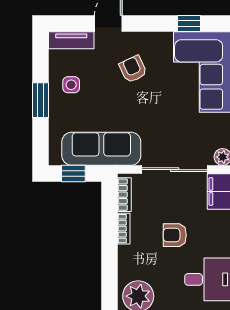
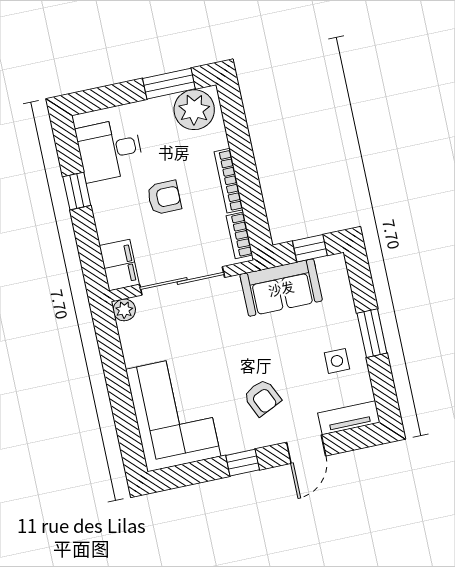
window: (189, 23) -> (243, 463), moved
sofa: (101, 149) -> (281, 288), width x0.73
bookcase: (124, 229) -> (229, 181), width x1.56

